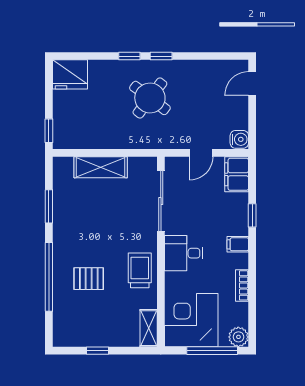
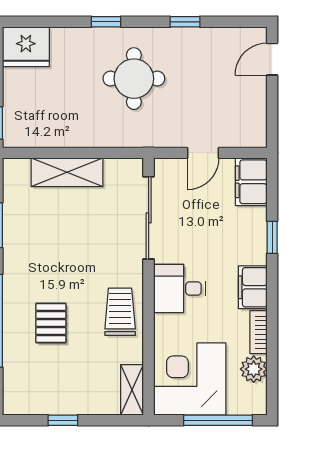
window: (161, 56) -> (185, 22), moved
round table: (150, 98) -> (134, 79), turned -37
water cooler: (239, 139) -> (255, 135), removed
filing cabinet: (238, 244) -> (253, 287), width x2.00
pallet: (89, 279) -> (51, 323), turned 90
plant: (238, 337) -> (254, 369), moved

